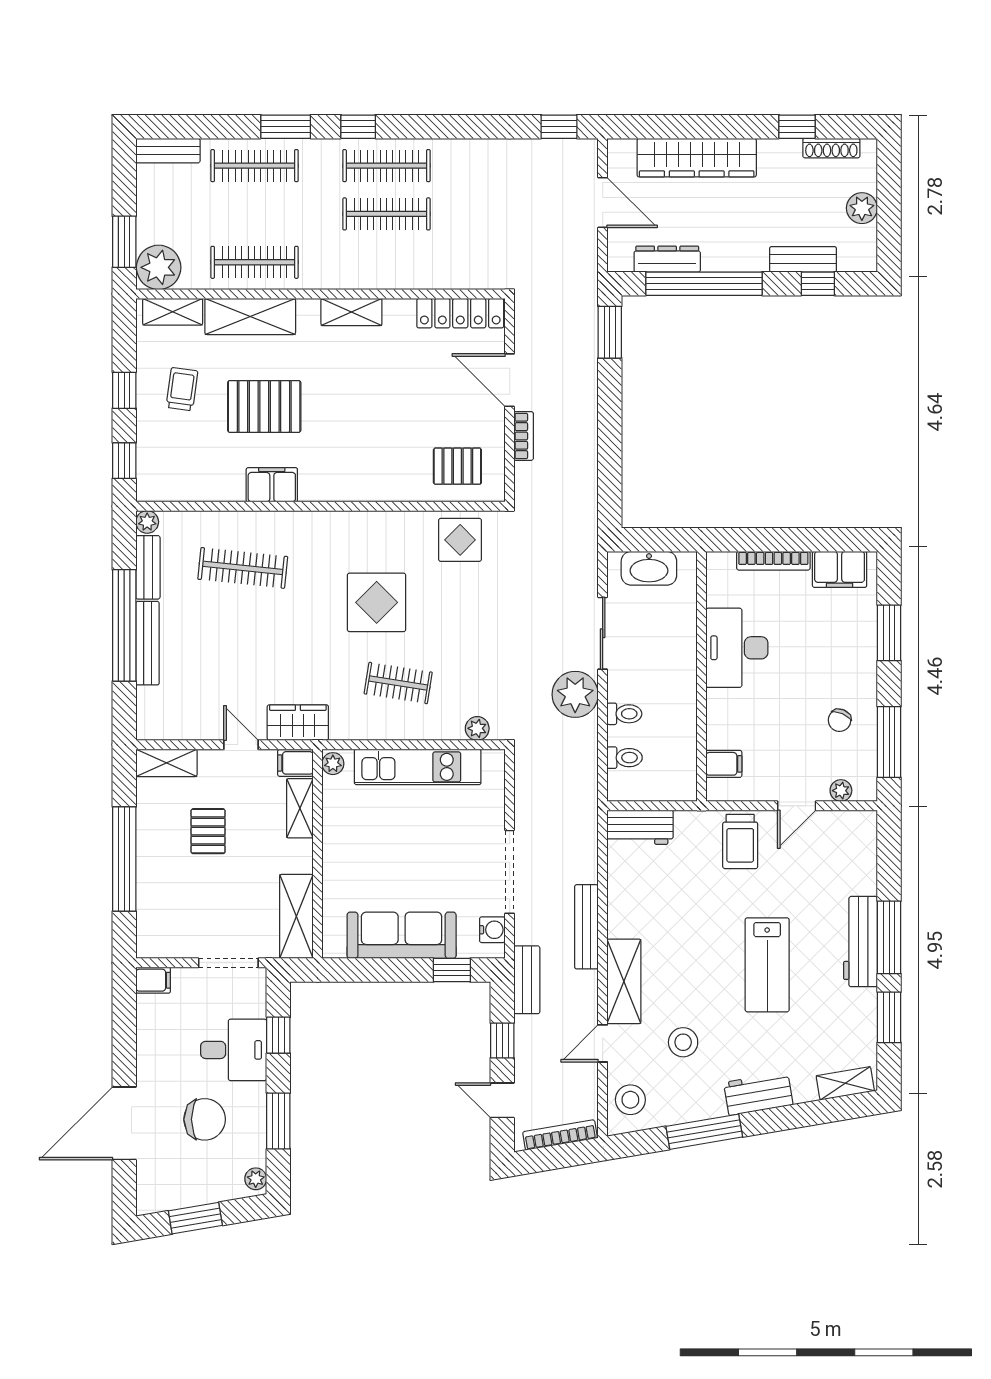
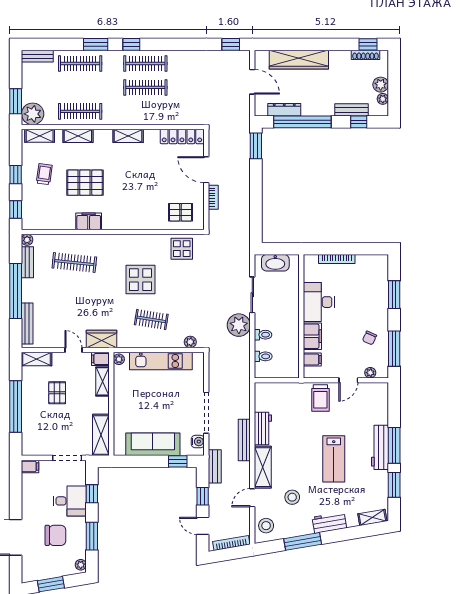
window: (797, 127) -> (368, 44), moved
plant: (866, 237) -> (383, 99), added
shelving: (250, 316) -> (78, 136), width x0.67, depth x0.75
filing cabinet: (840, 569) -> (312, 336), moved, turned -90
bench: (148, 643) -> (27, 324), moved
workbench: (640, 827) -> (263, 429), moved, turned -90

